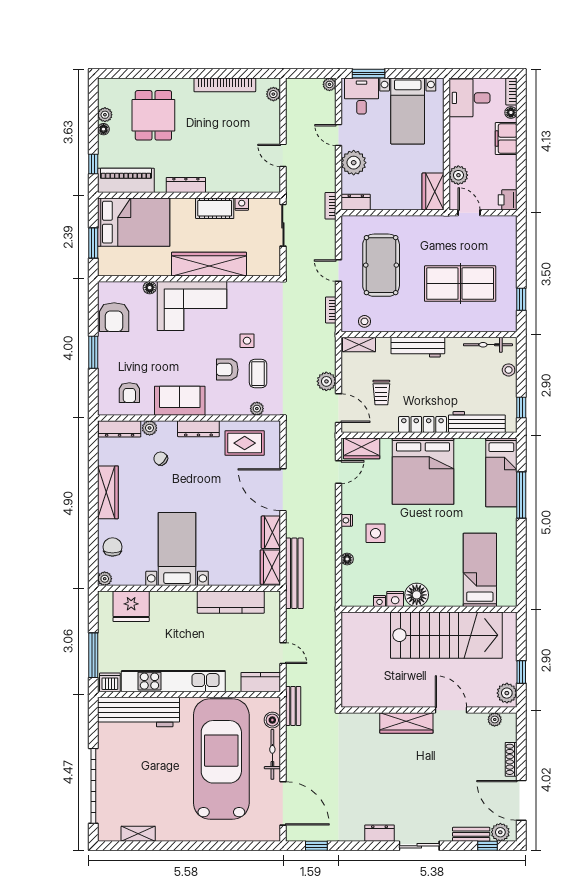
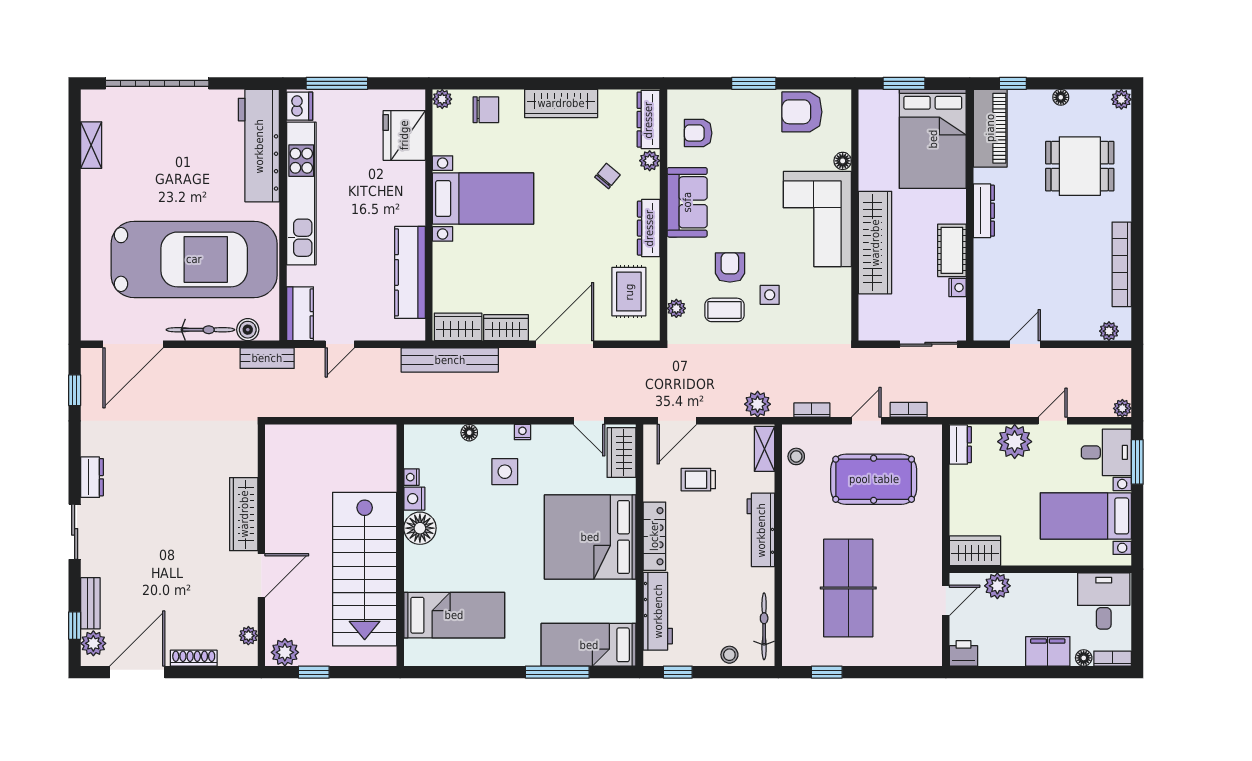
plant: (105, 115) -> (1121, 99), moved
bookcase: (331, 206) -> (909, 410), moved
plant: (326, 381) -> (758, 404), moved

